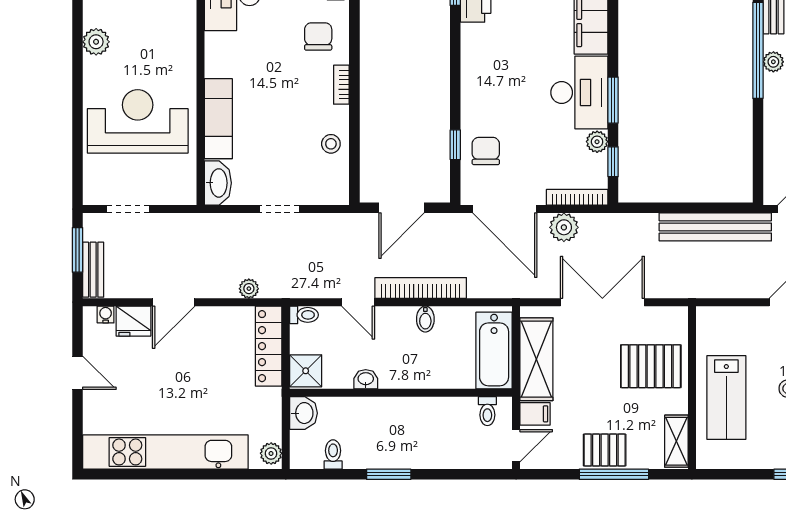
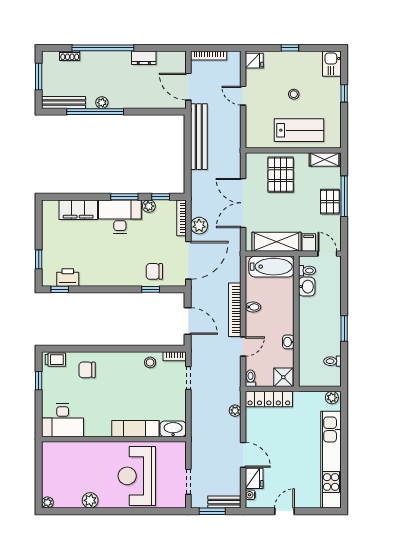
bookcase: (341, 85) -> (175, 356), moved
doorway: (279, 209) -> (188, 378), moved
washbasin: (304, 413) -> (307, 287), moved, turned 90

